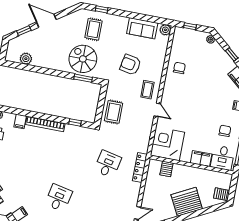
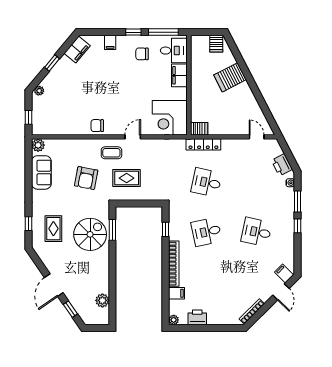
rug: (93, 29) -> (53, 229), turned 90
spiral stairs: (83, 59) -> (90, 234), turned 180
chair: (179, 68) -> (97, 126), moved
rug: (114, 112) -> (127, 178), moved
desk: (66, 156) -> (206, 232), added
server rack: (167, 169) -> (199, 129), moved
server rack: (187, 202) -> (230, 77), width x0.62

